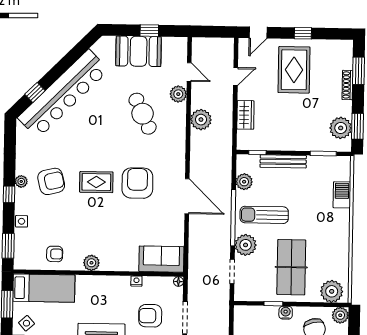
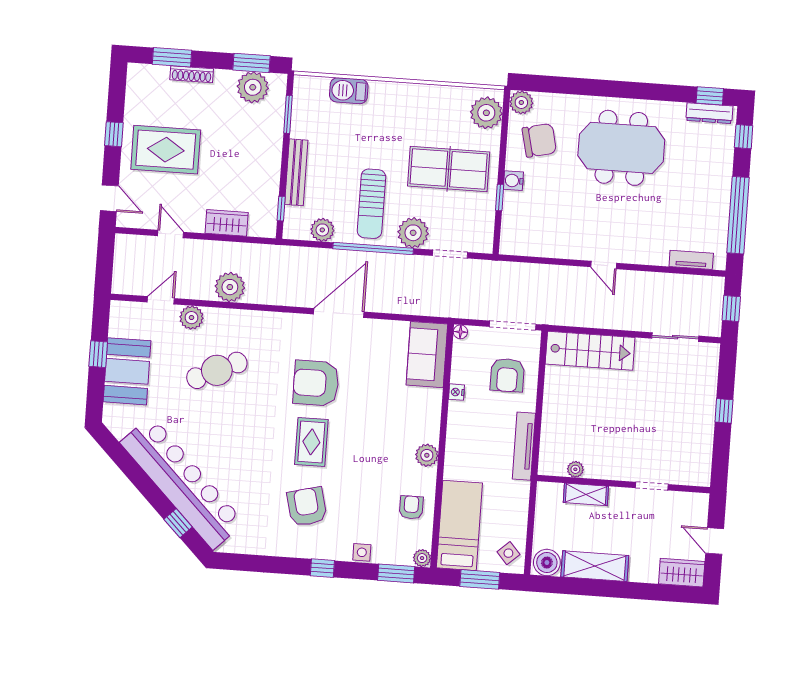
plant: (21, 181) -> (422, 558), moved

